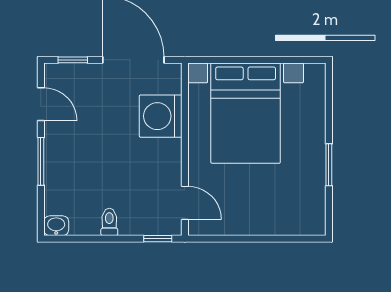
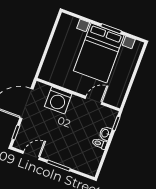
bed with nightstands: (246, 113) -> (99, 53), moved, turned 90
door: (185, 203) -> (94, 100), moved
washbasin: (56, 226) -> (105, 133), moved

